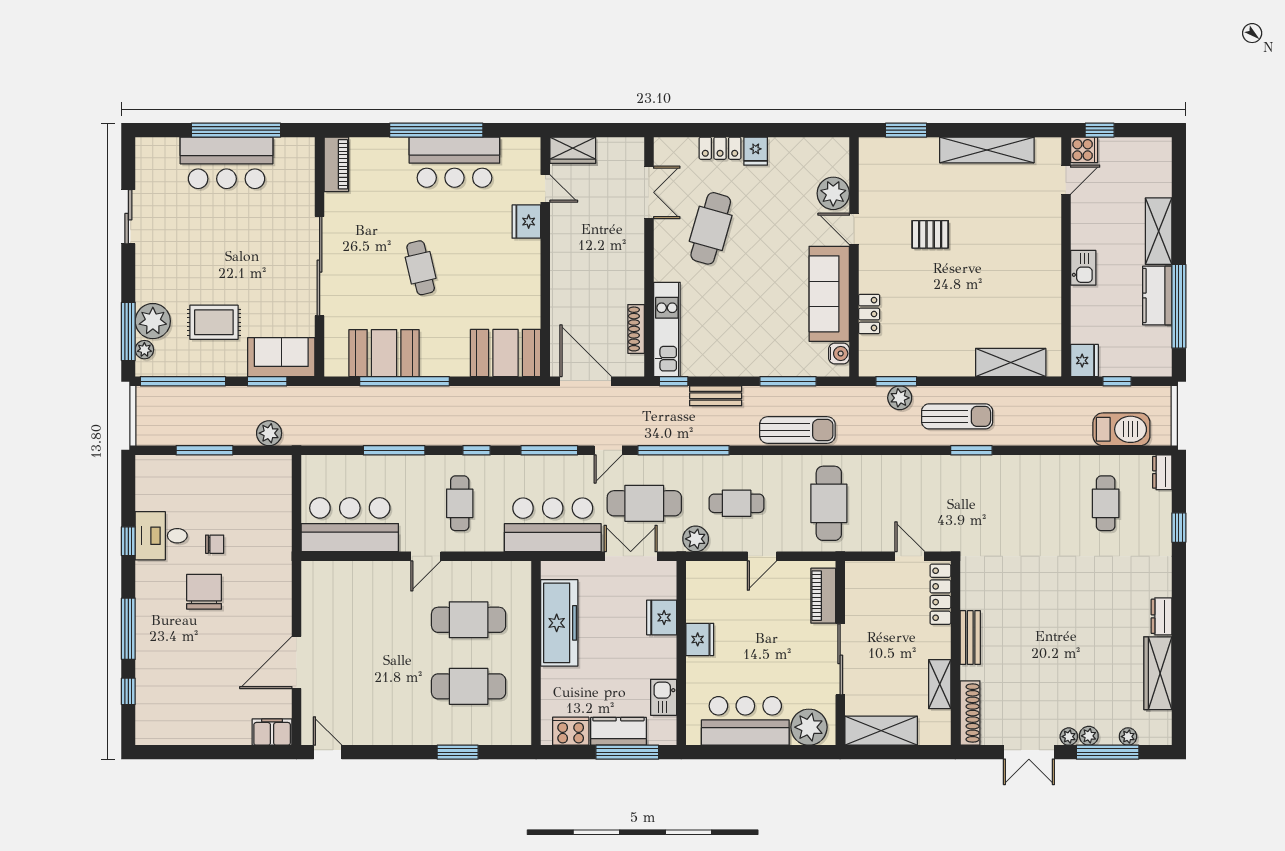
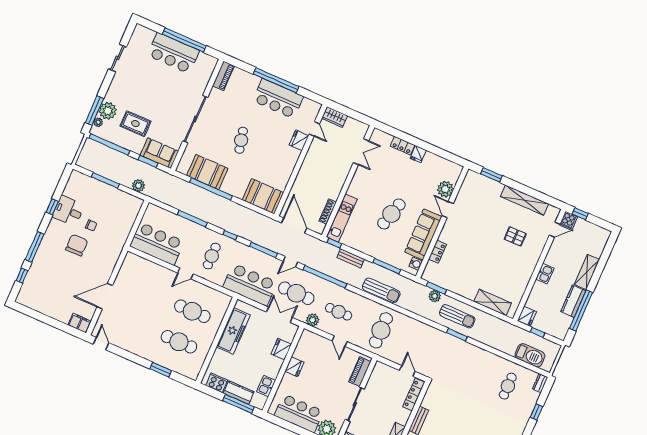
cafe table: (711, 228) -> (391, 214), moved
pallet: (930, 234) -> (515, 236), moved
door: (762, 556) -> (340, 341), hinge flipped

